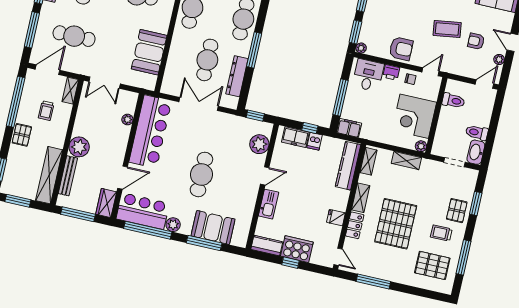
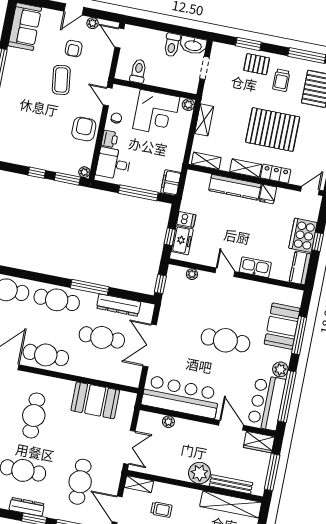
window: (310, 128) -> (170, 237), moved
plant: (259, 144) -> (192, 274), width x0.53, depth x0.53
kitchen counter: (348, 166) -> (235, 187), moved

